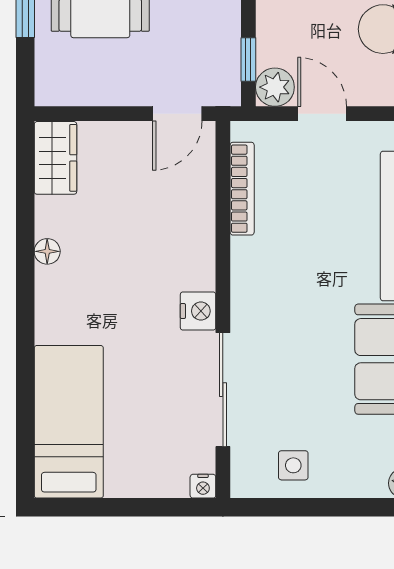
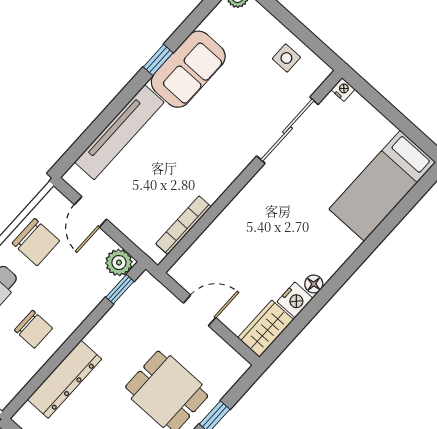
door: (177, 114) -> (200, 310), moved
door: (322, 114) -> (91, 212), moved
nightstand: (198, 311) -> (295, 300), moved, turned 180

